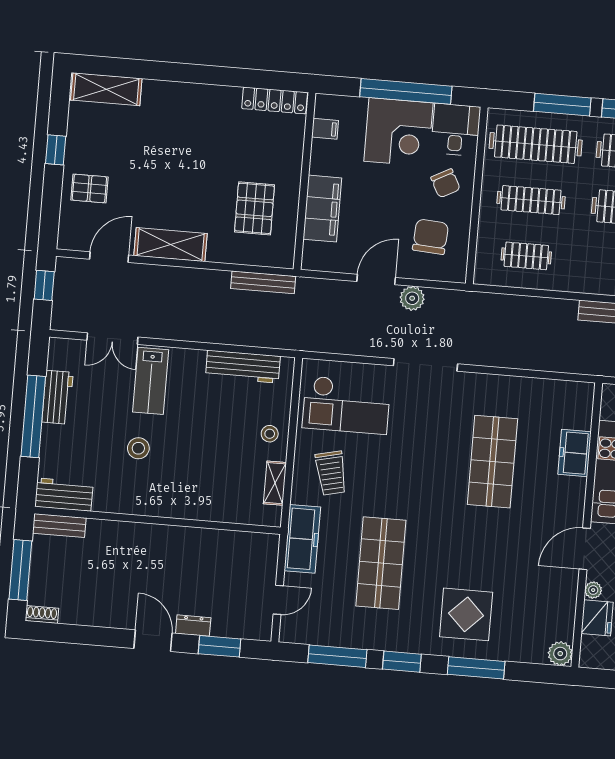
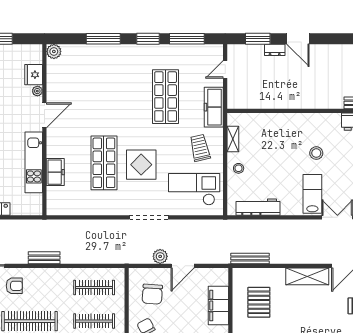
clothes rail: (526, 256) -> (94, 287), width x1.36
display table: (466, 614) -> (141, 165), moved

